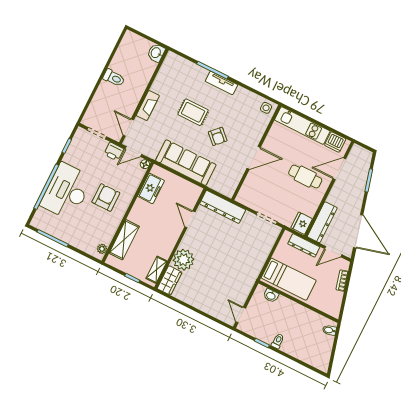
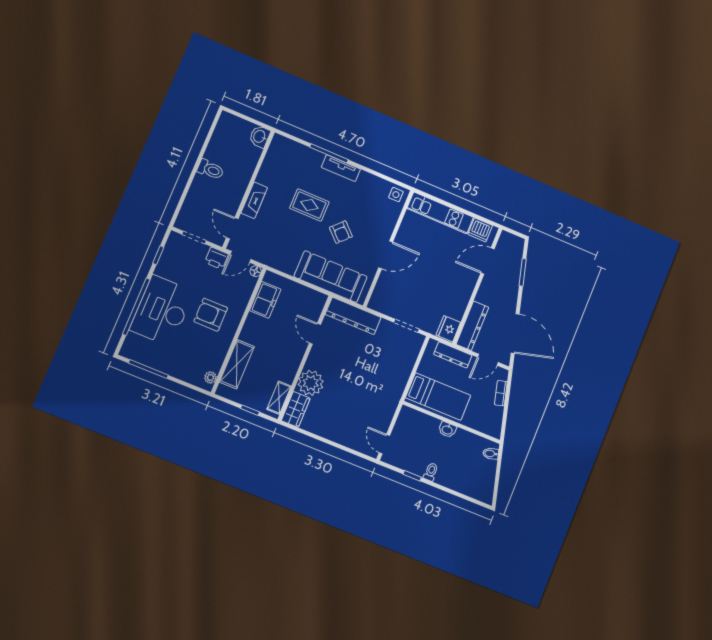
sofa: (186, 163) -> (331, 277), moved
cafe table: (305, 177) -> (448, 273), removed
armchair: (106, 197) -> (211, 315), turned -90
washbasin: (271, 296) -> (447, 430), moved

